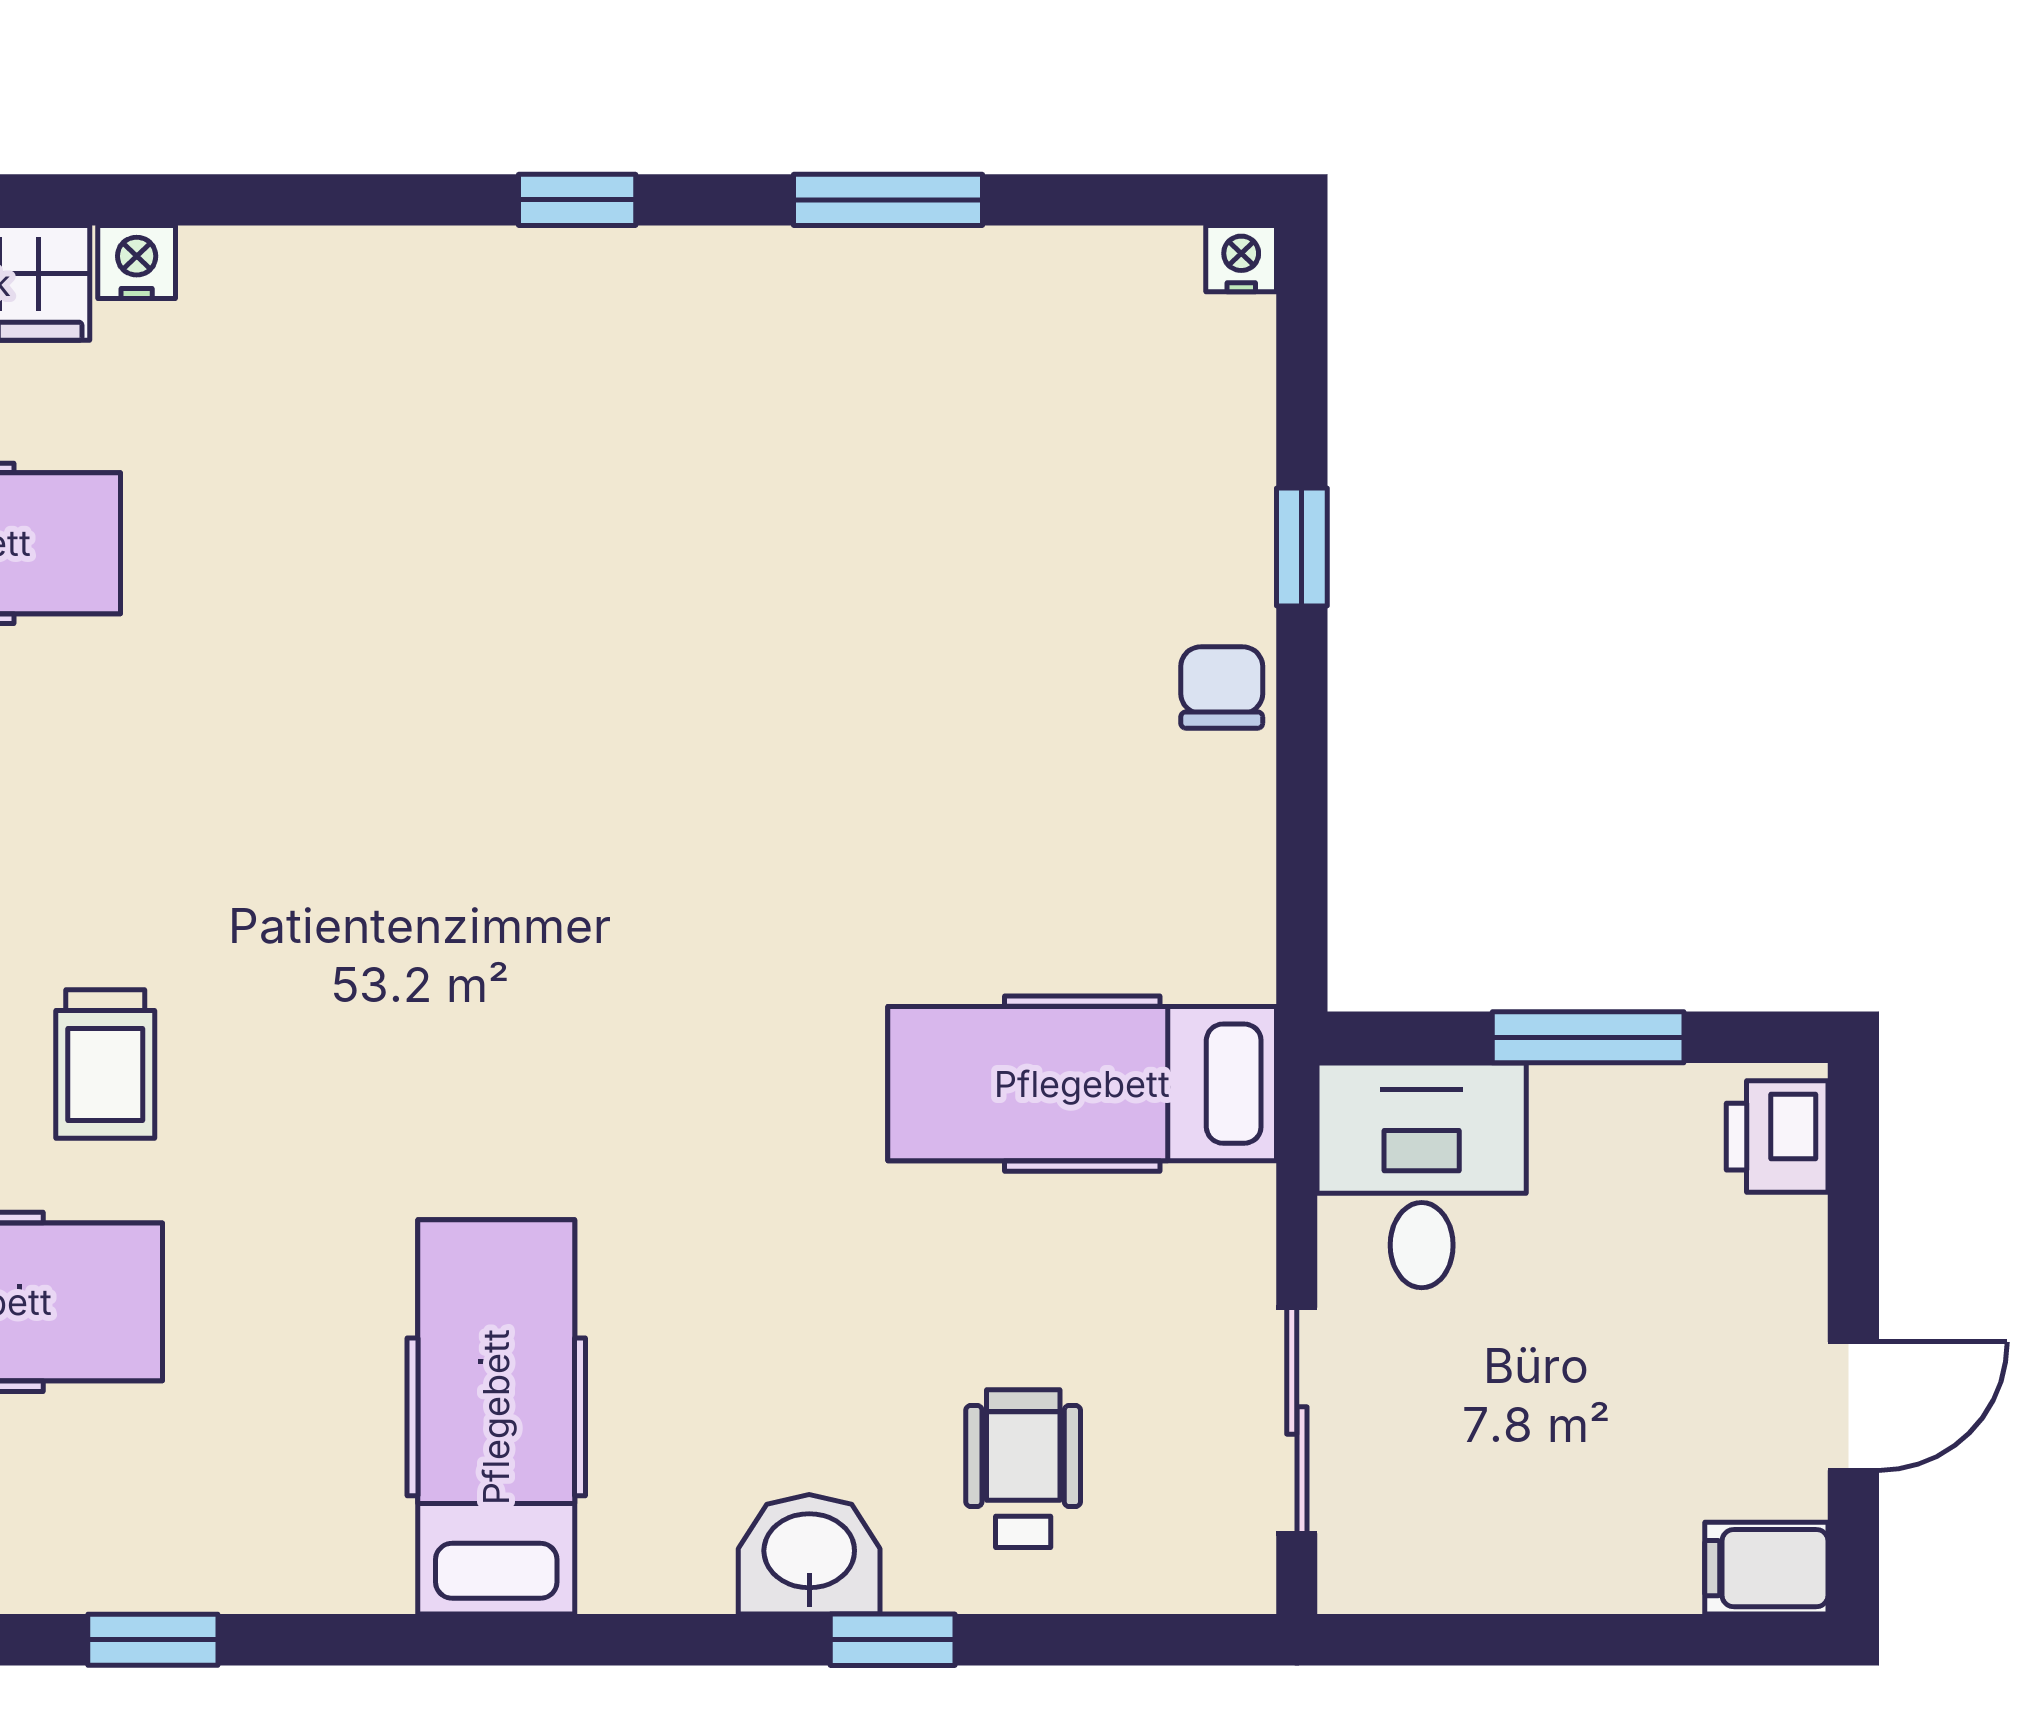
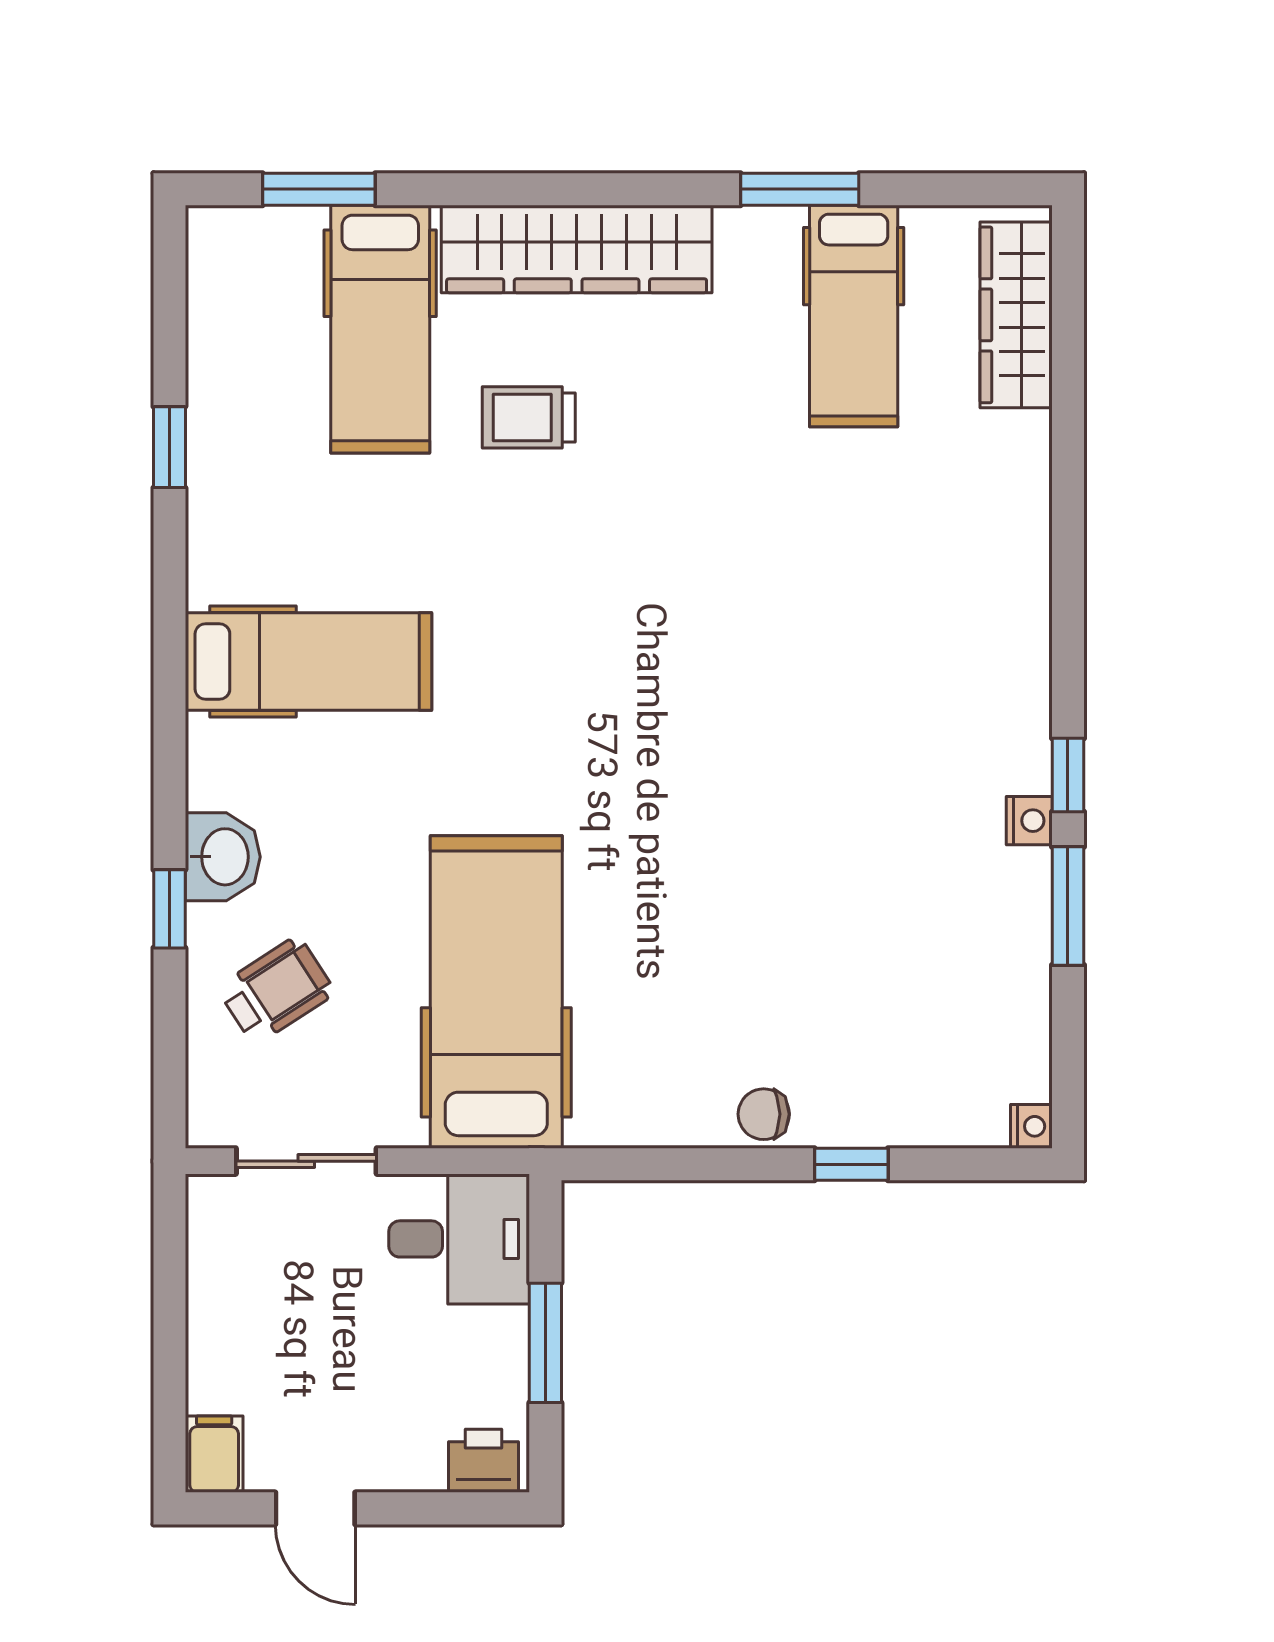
window: (577, 200) -> (1068, 775), moved
nightstand: (137, 262) -> (1029, 821), moved
chair: (1222, 687) -> (764, 1114), turned 180
hospital bed: (1082, 1084) -> (496, 992), width x1.37, depth x1.29
wheelchair: (1023, 1469) -> (276, 990), turned -33

